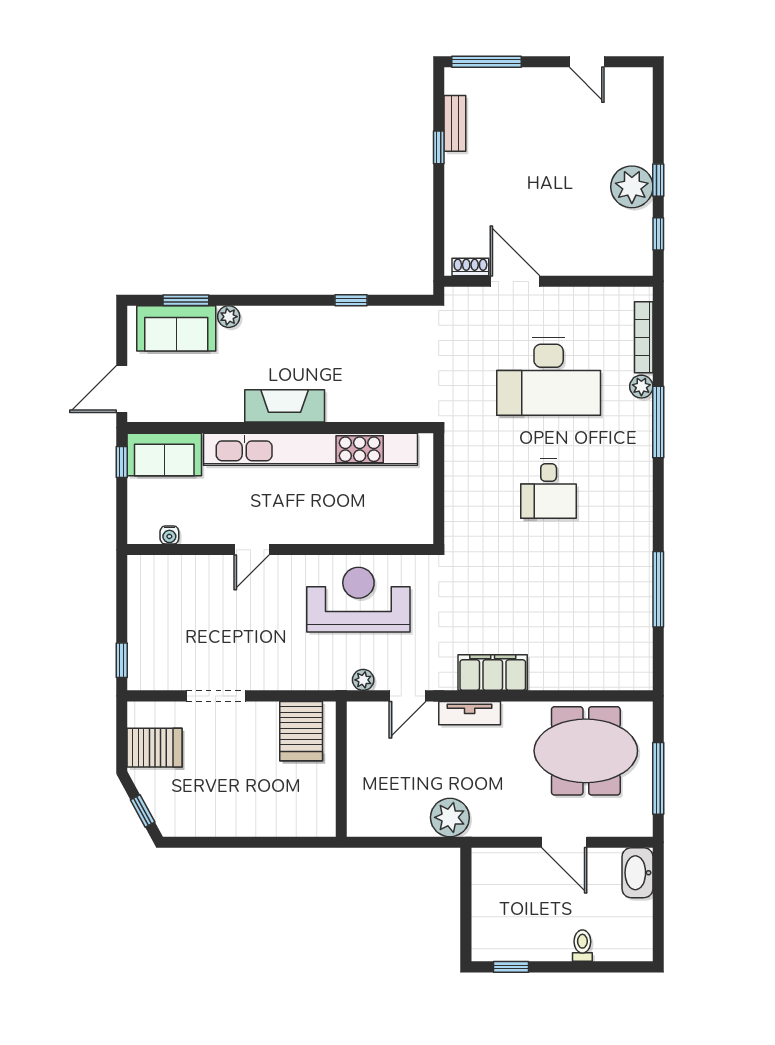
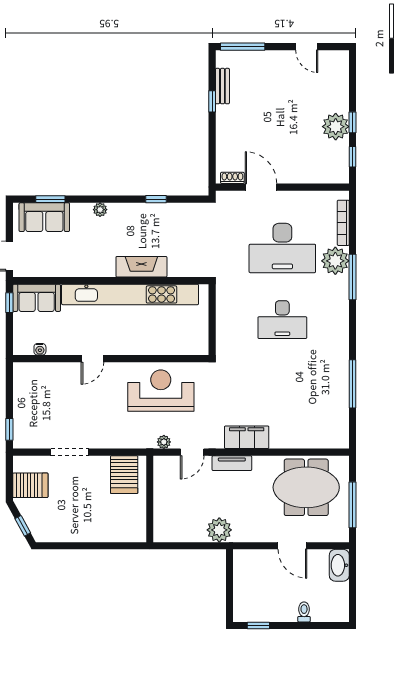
plant: (229, 317) -> (100, 210), moved
plant: (641, 387) -> (335, 261), width x1.88, depth x1.88
fireplace: (285, 406) -> (141, 267), moved
desk: (549, 489) -> (282, 320), width x1.37

